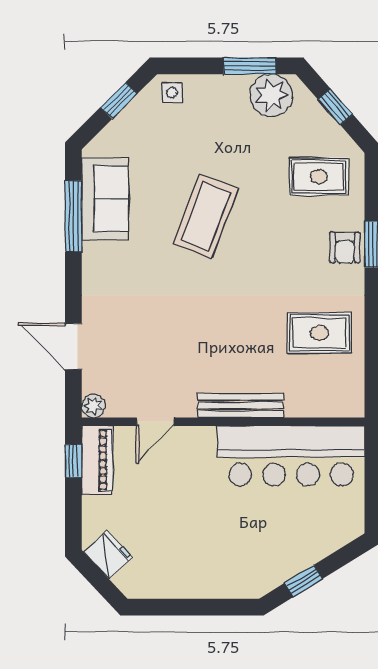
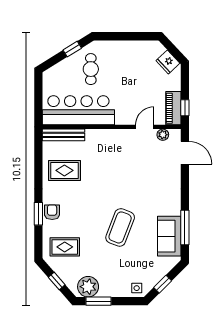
door: (73, 346) -> (185, 153), moved
plant: (93, 406) -> (163, 135), moved
bench: (241, 406) -> (63, 135), moved
cafe table: (266, 540) -> (91, 69), added

